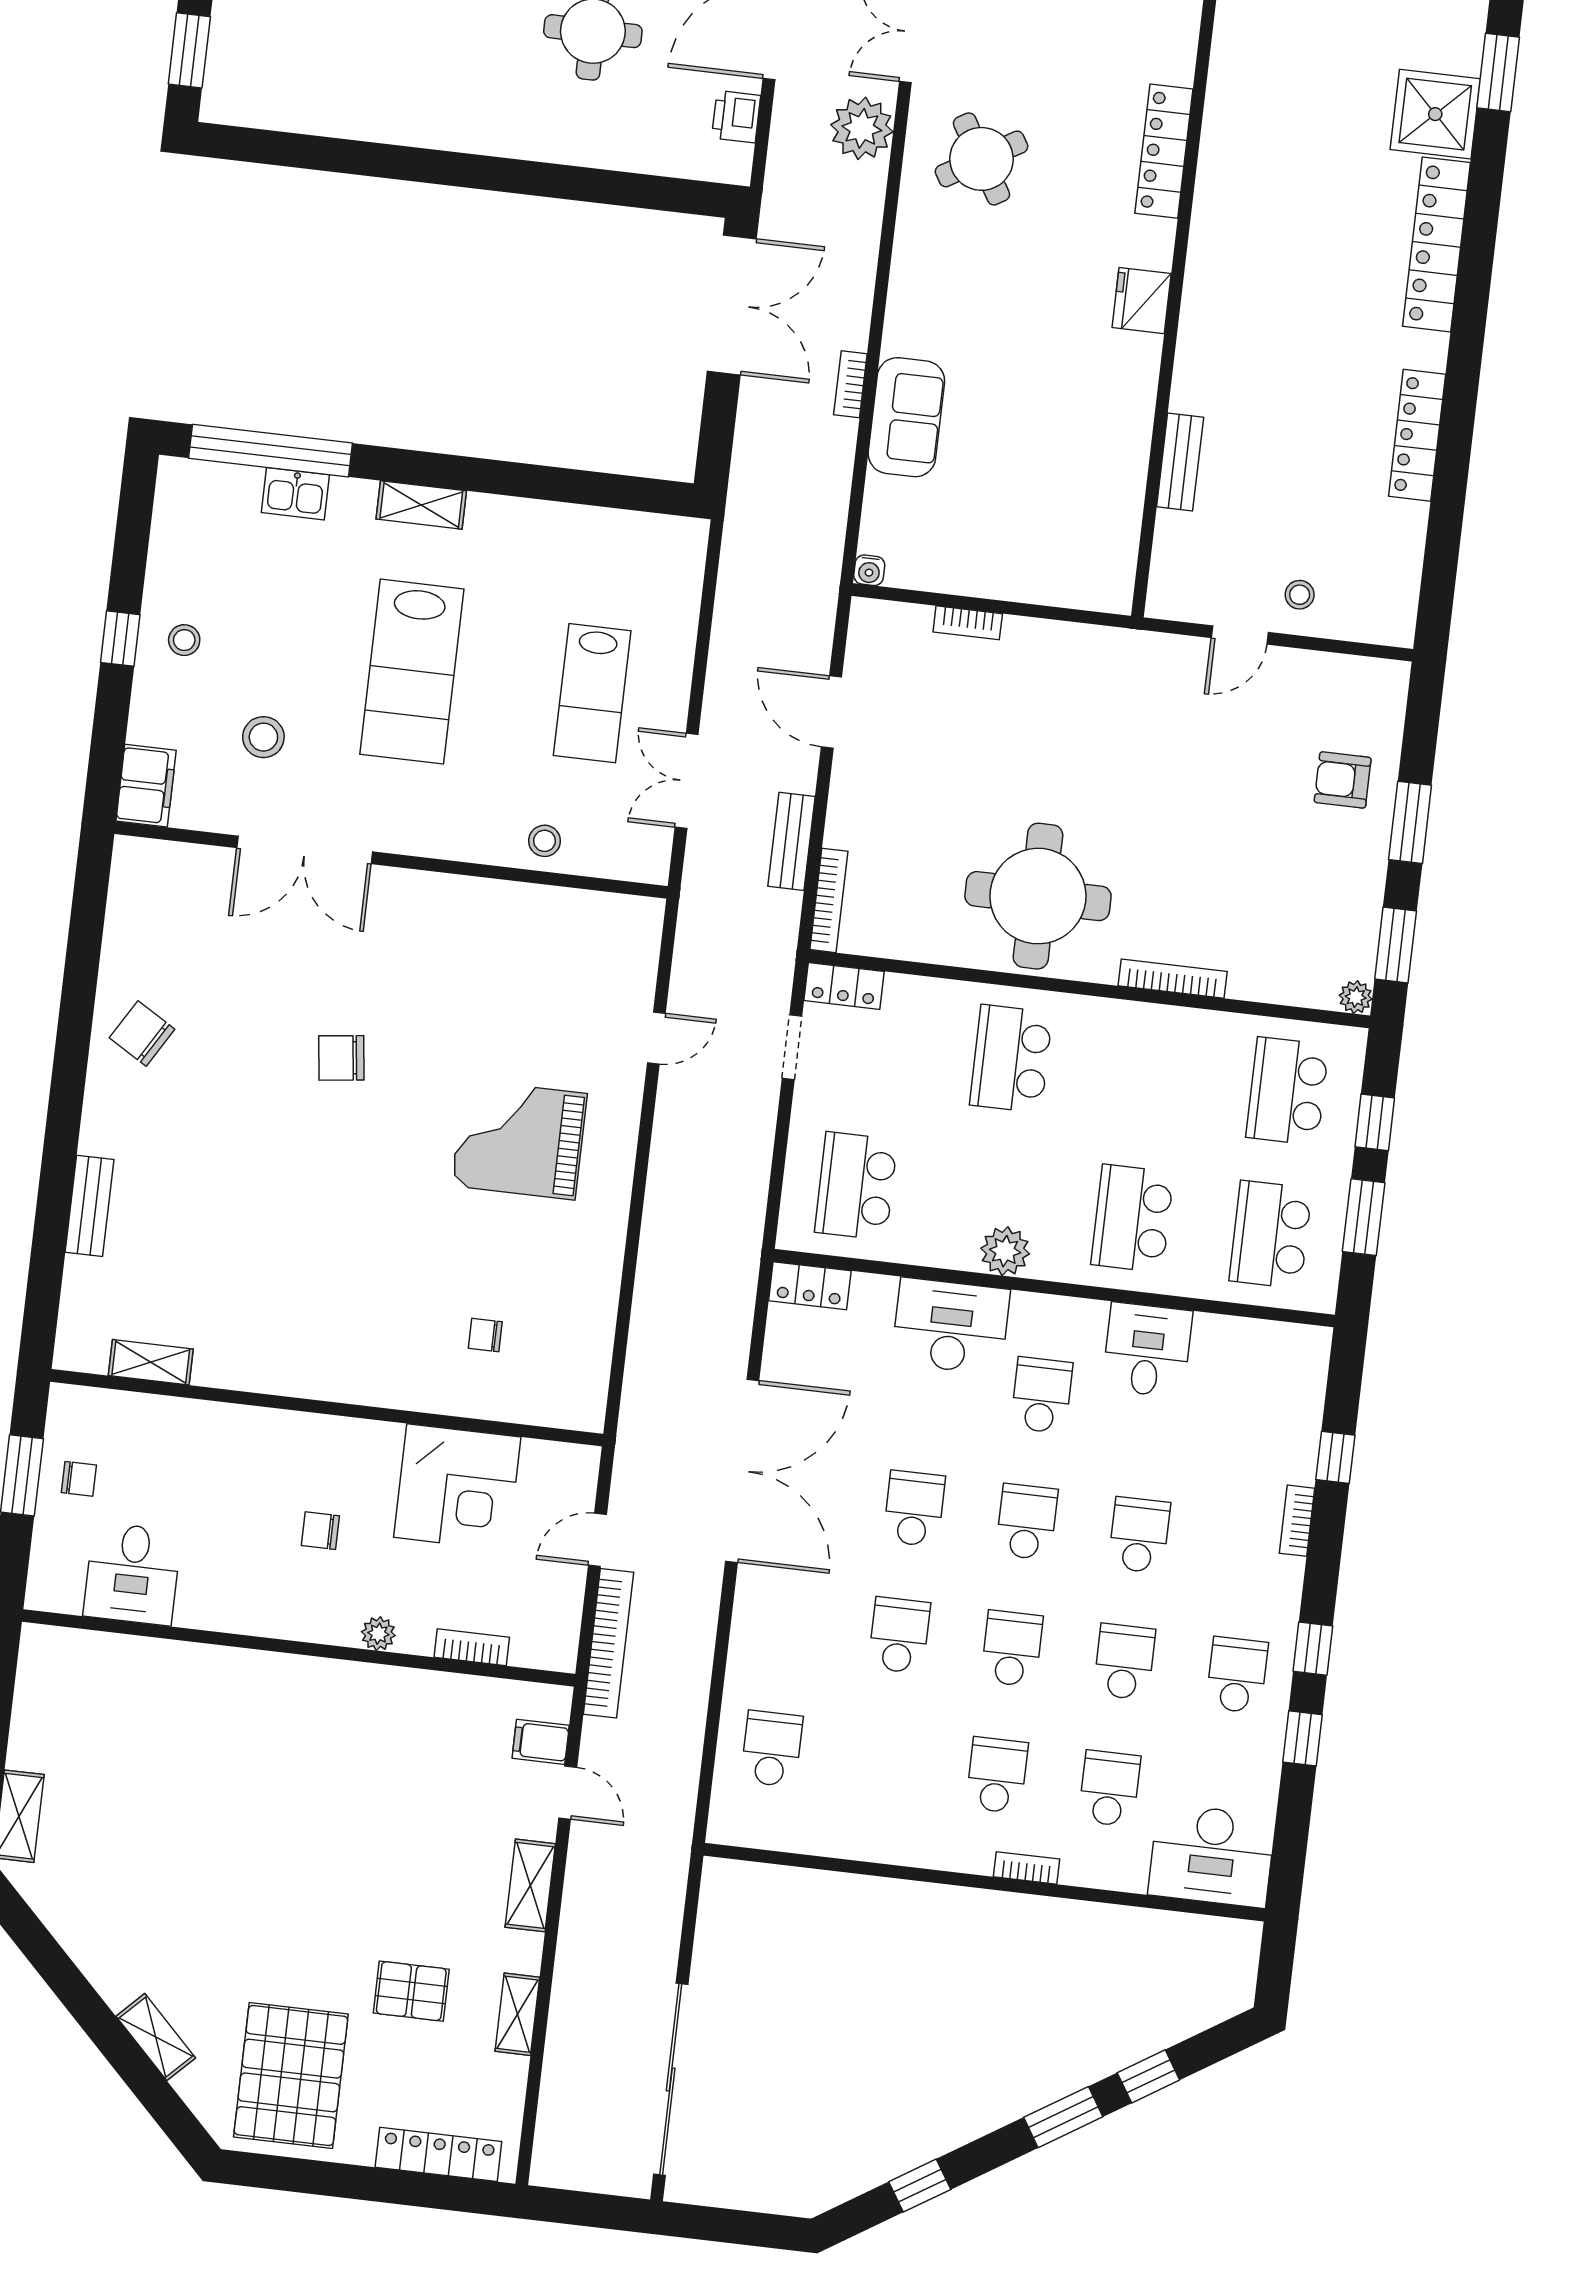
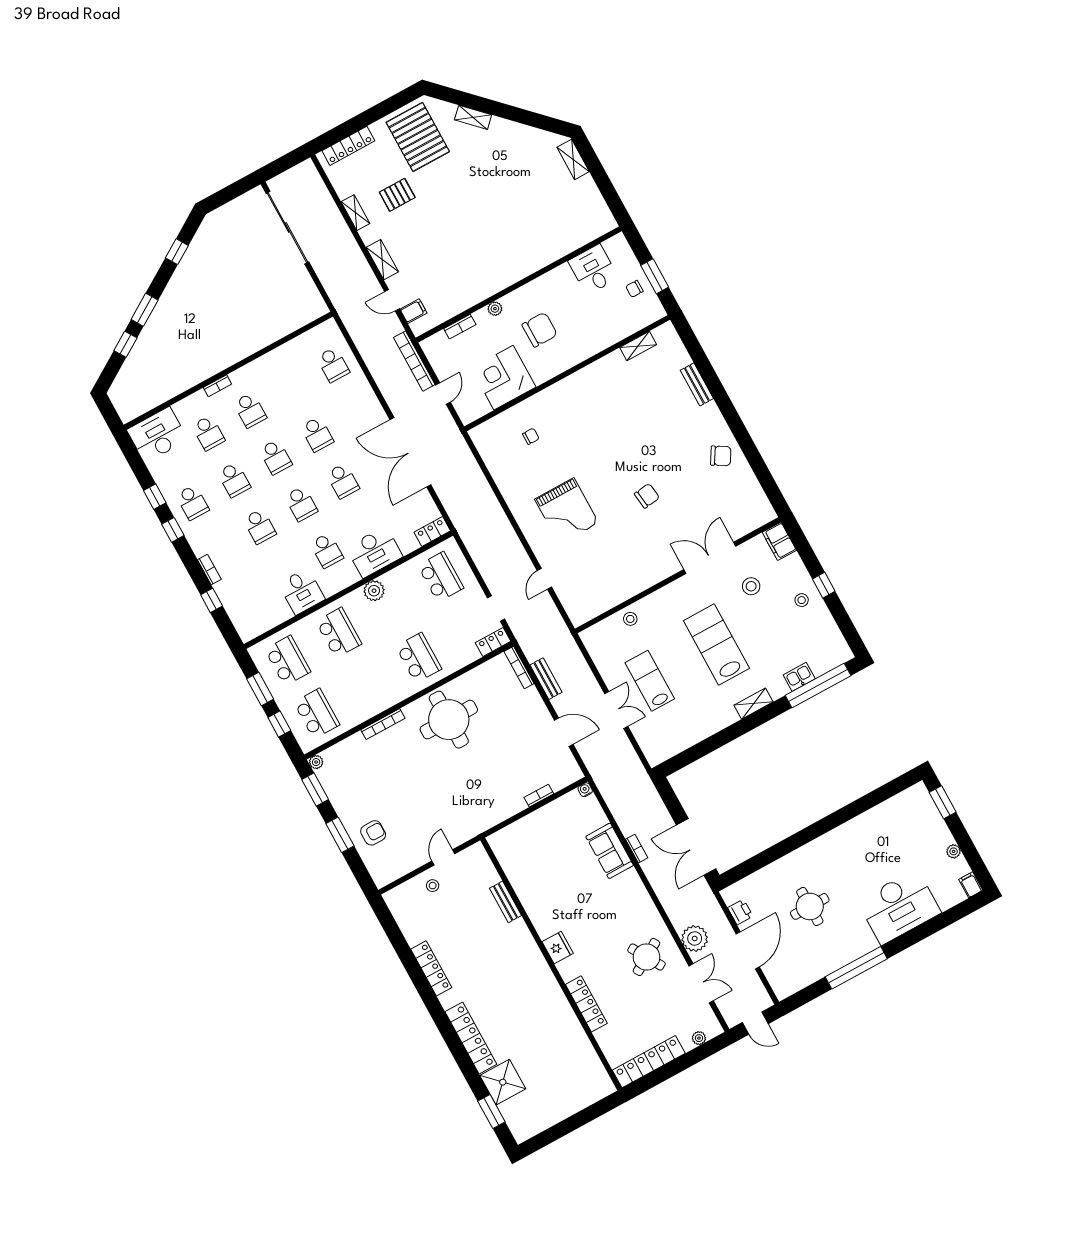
double door: (687, 781) -> (616, 710), moved
grand piano: (519, 1140) -> (567, 511), turned 90
chair: (320, 1531) -> (540, 330), width x1.87, depth x1.87

